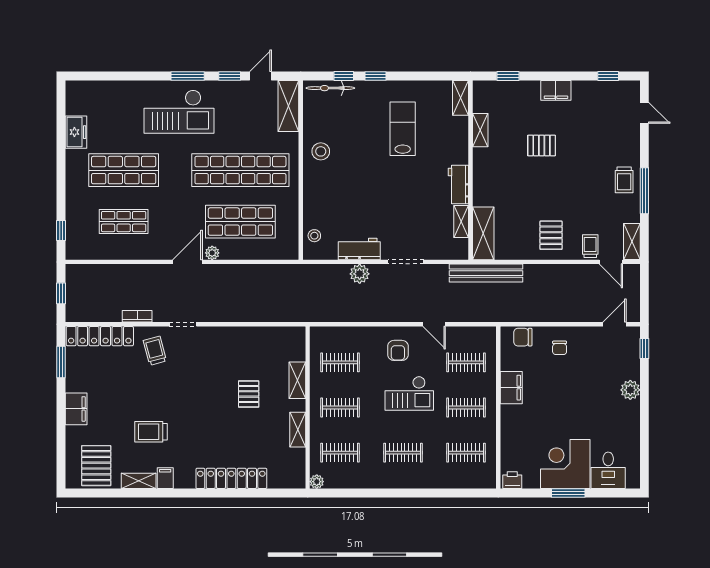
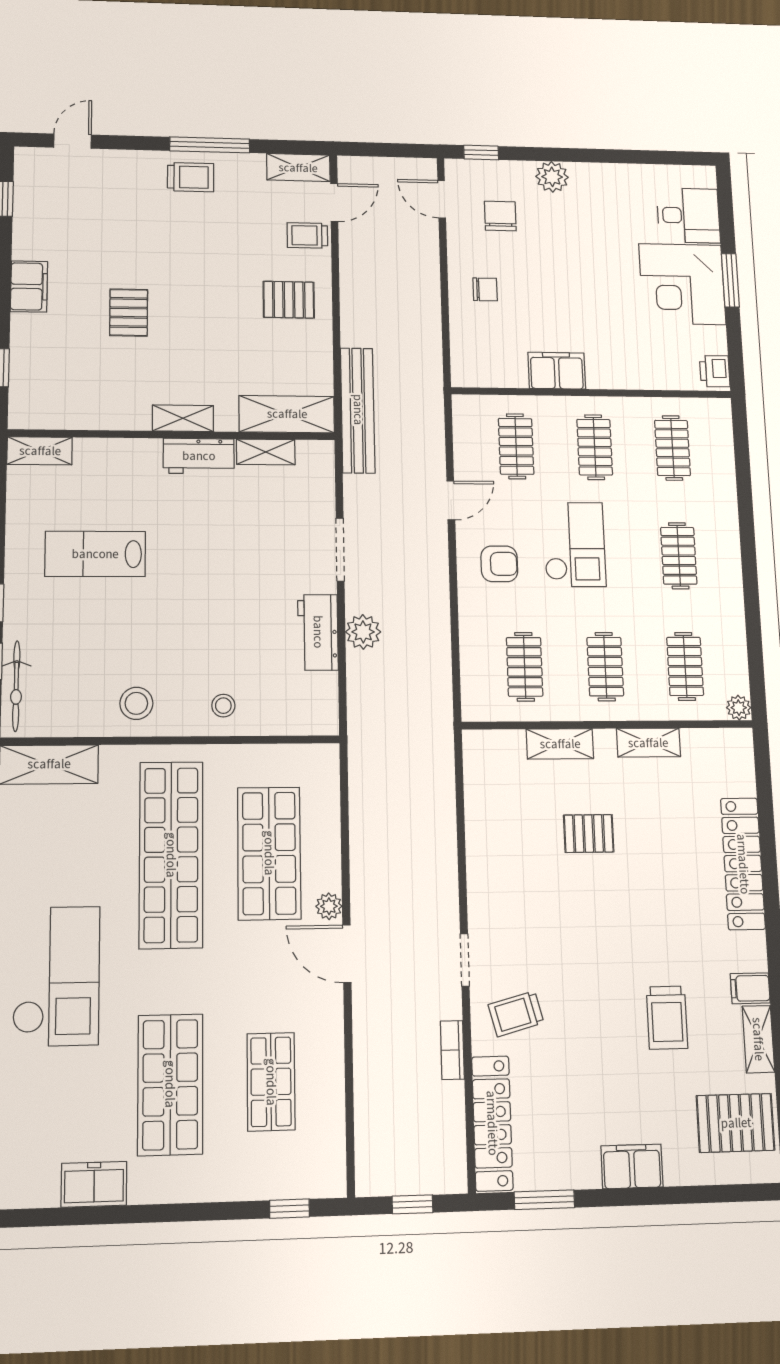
shelving: (480, 130) -> (183, 418), moved
stool: (314, 236) -> (223, 706), moved
chair: (523, 337) -> (500, 216), moved, turned 180

